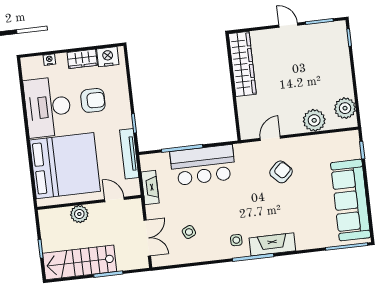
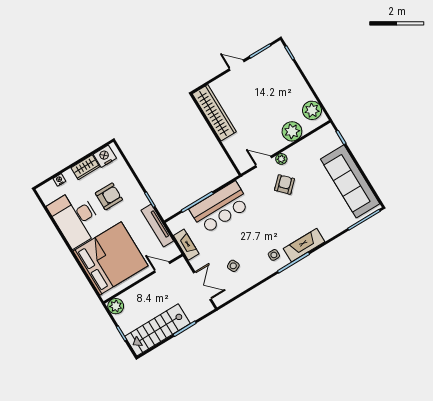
door: (270, 138) -> (264, 162), hinge flipped
plant: (290, 144) -> (281, 159), added
plant: (79, 214) -> (116, 306), moved

